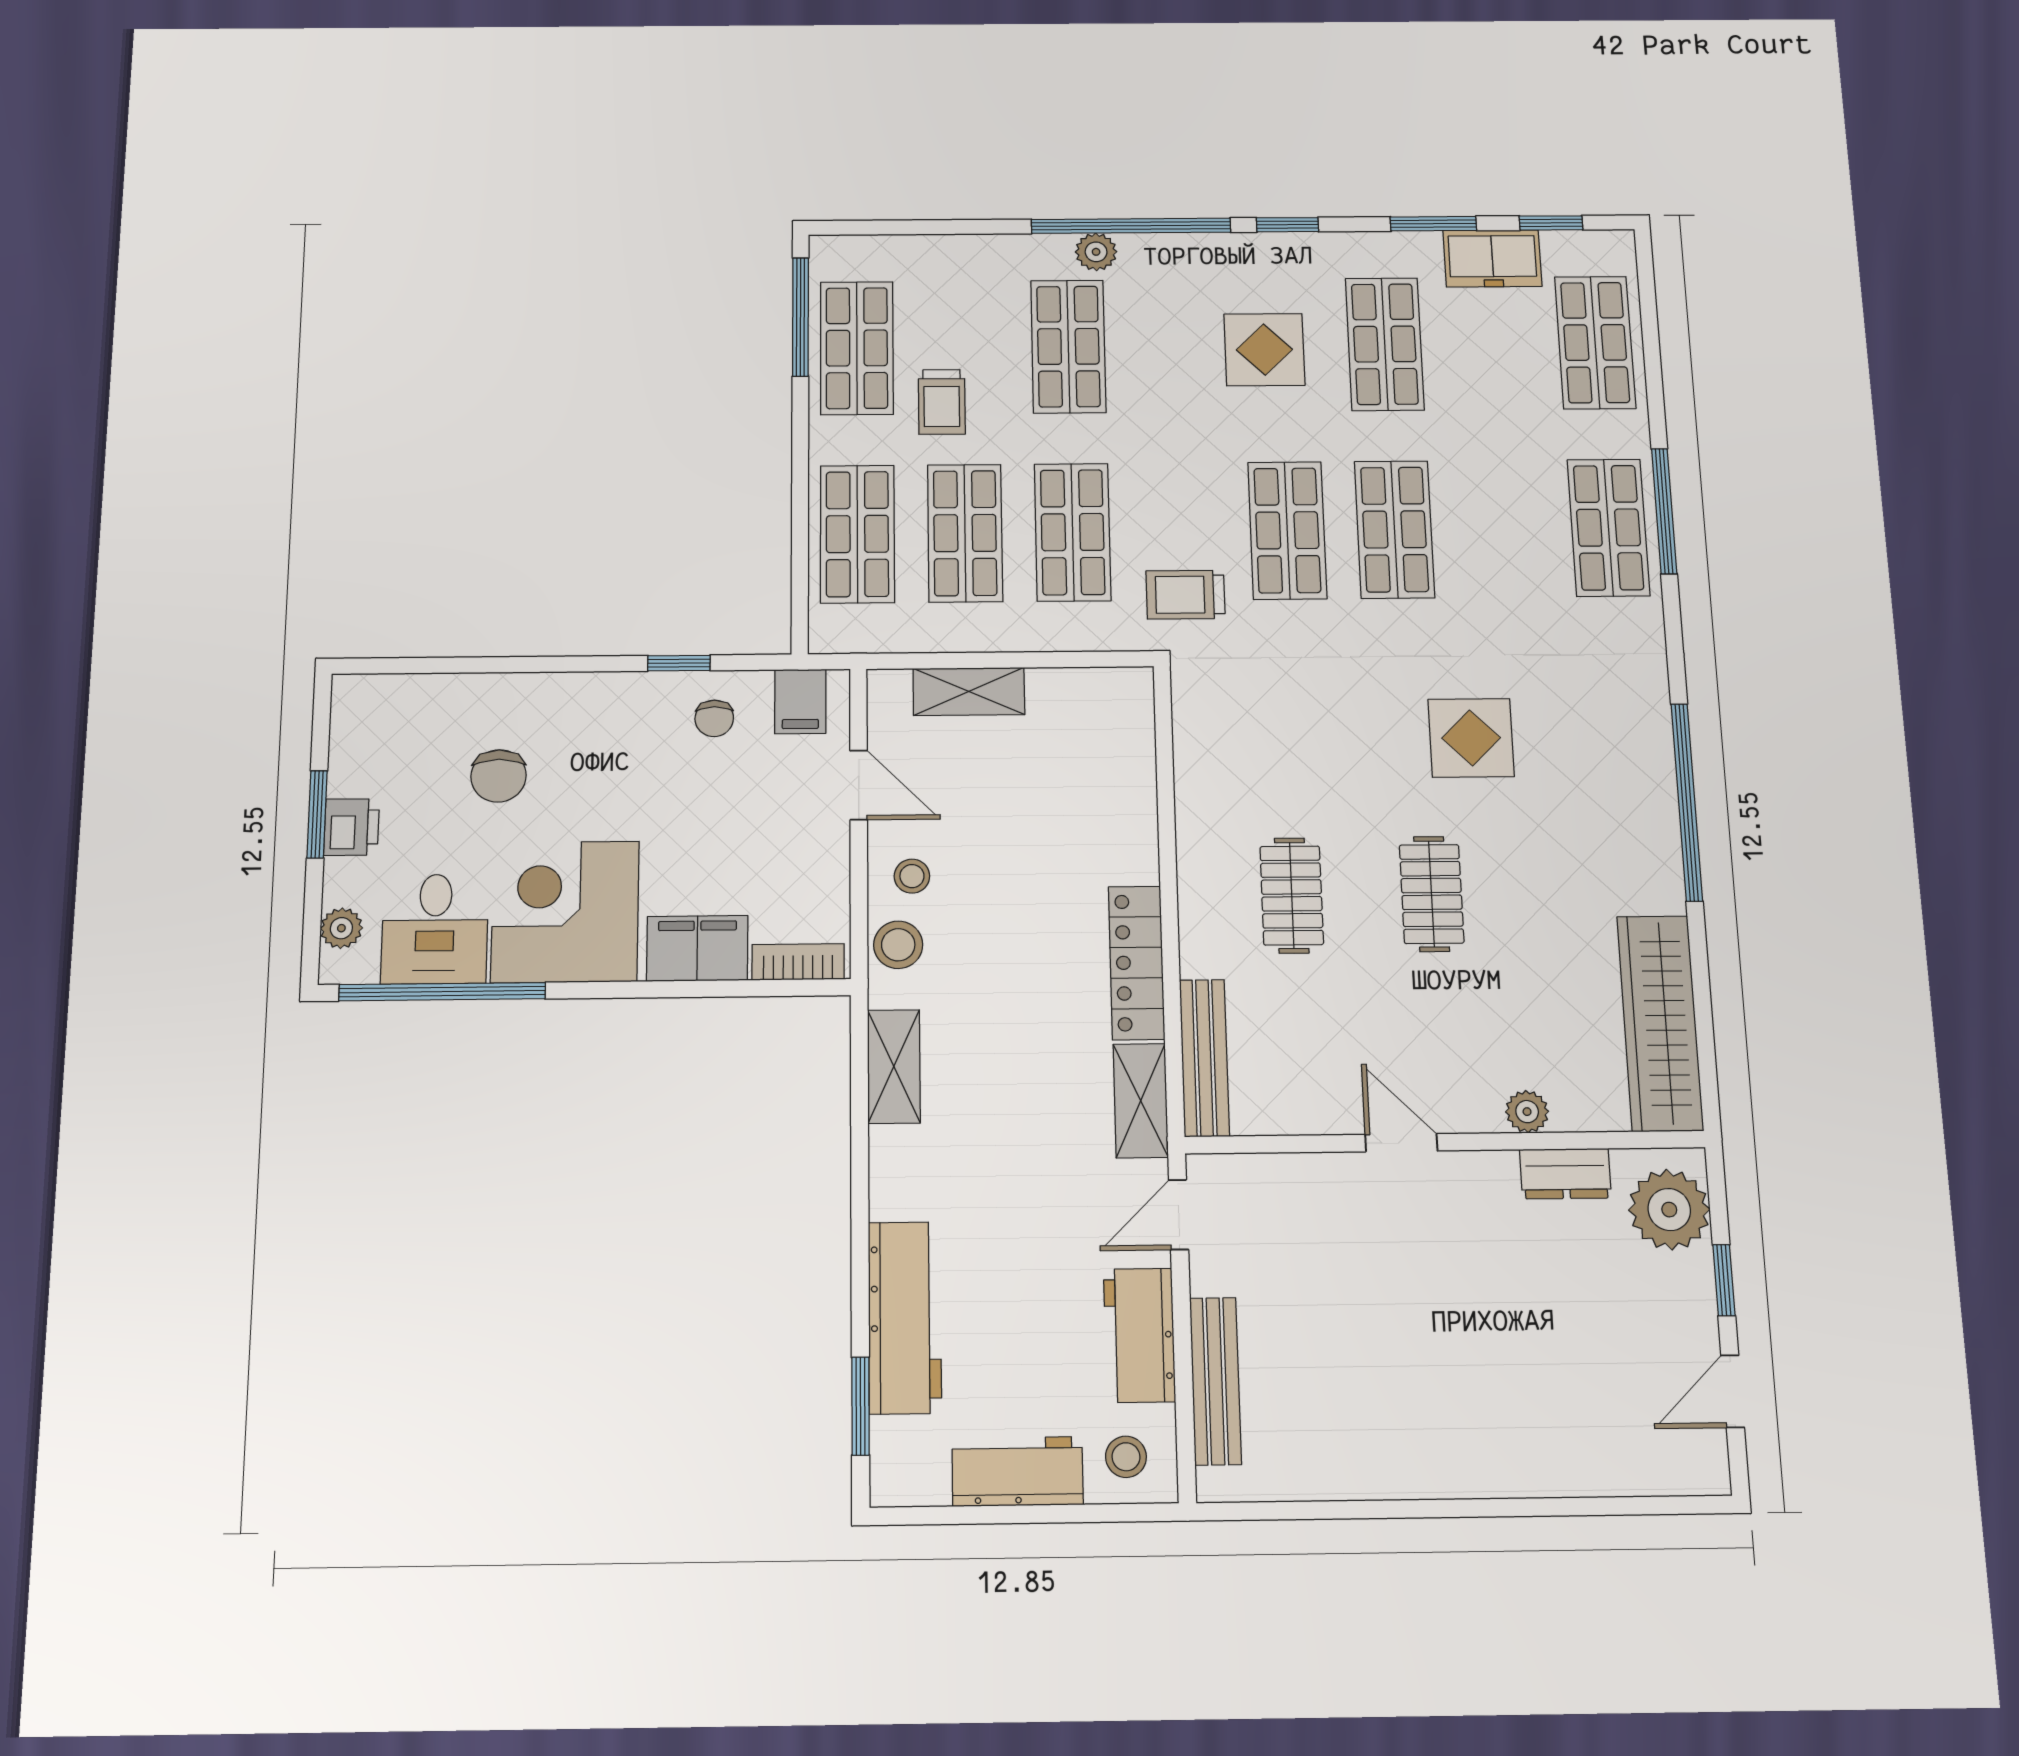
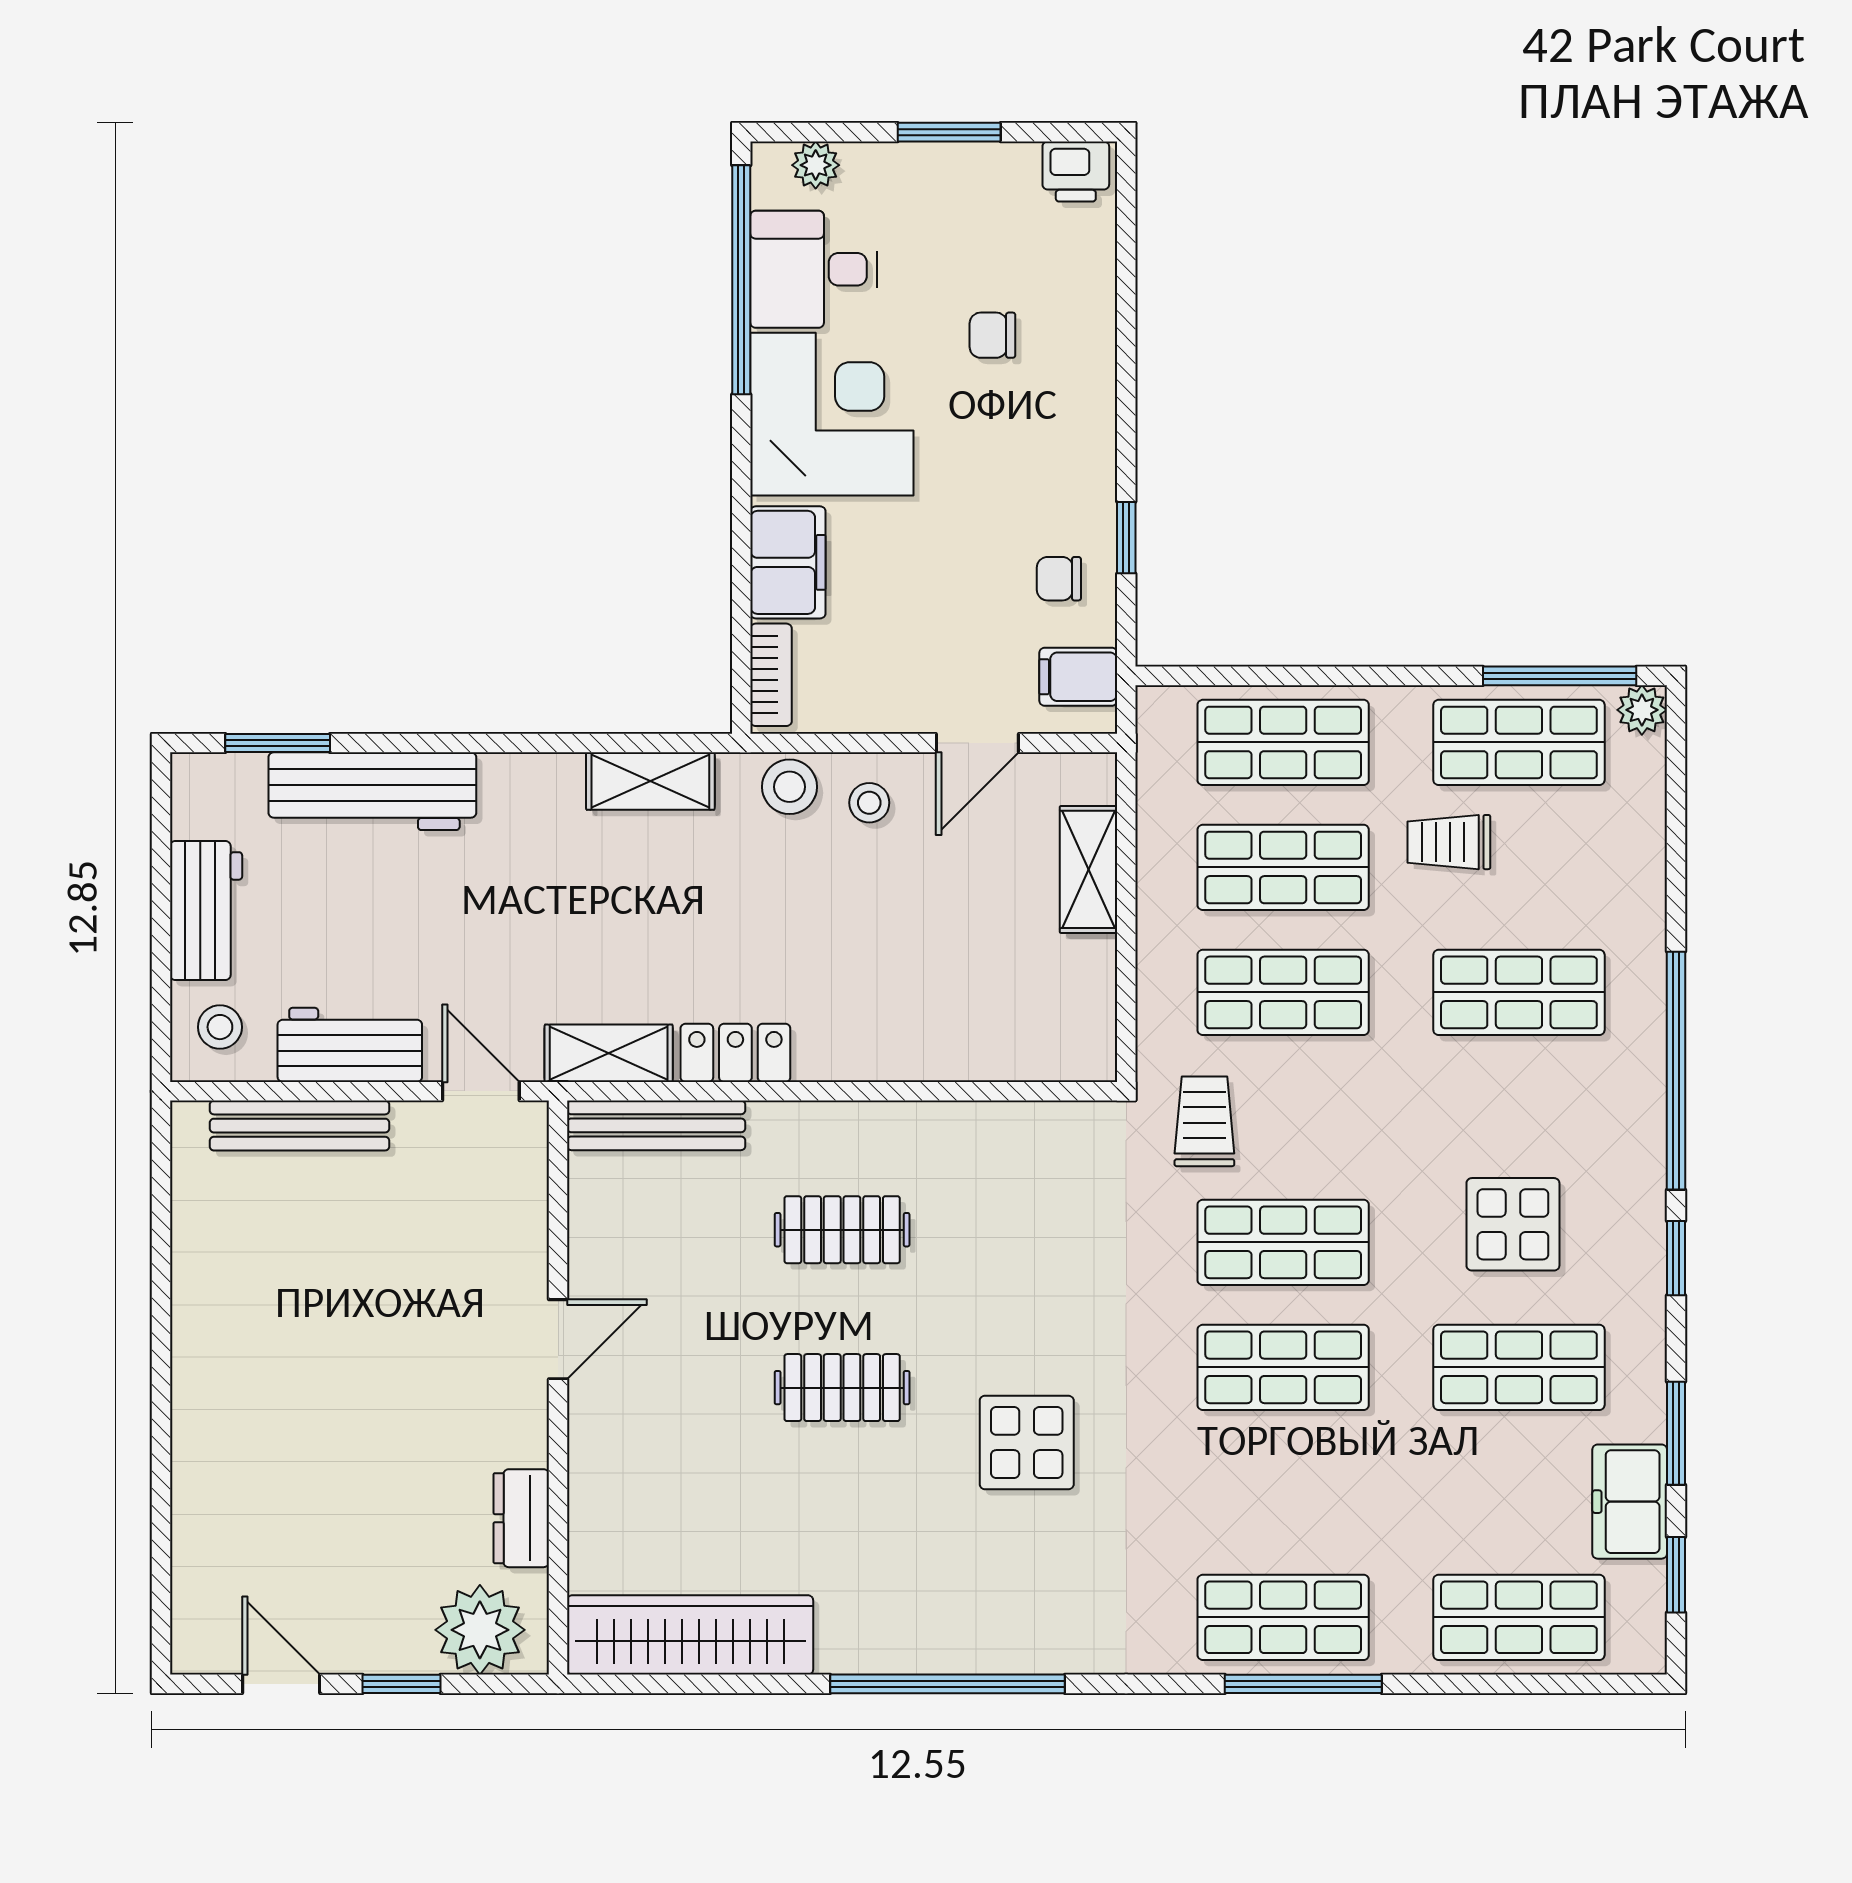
plant: (1096, 252) -> (1642, 710), moved
chair: (499, 776) -> (992, 335), width x0.73, depth x0.73
printer: (352, 827) -> (1076, 172), moved
locker: (1136, 963) -> (735, 1053), width x0.66
plant: (1527, 1112) -> (591, 1480), removed

